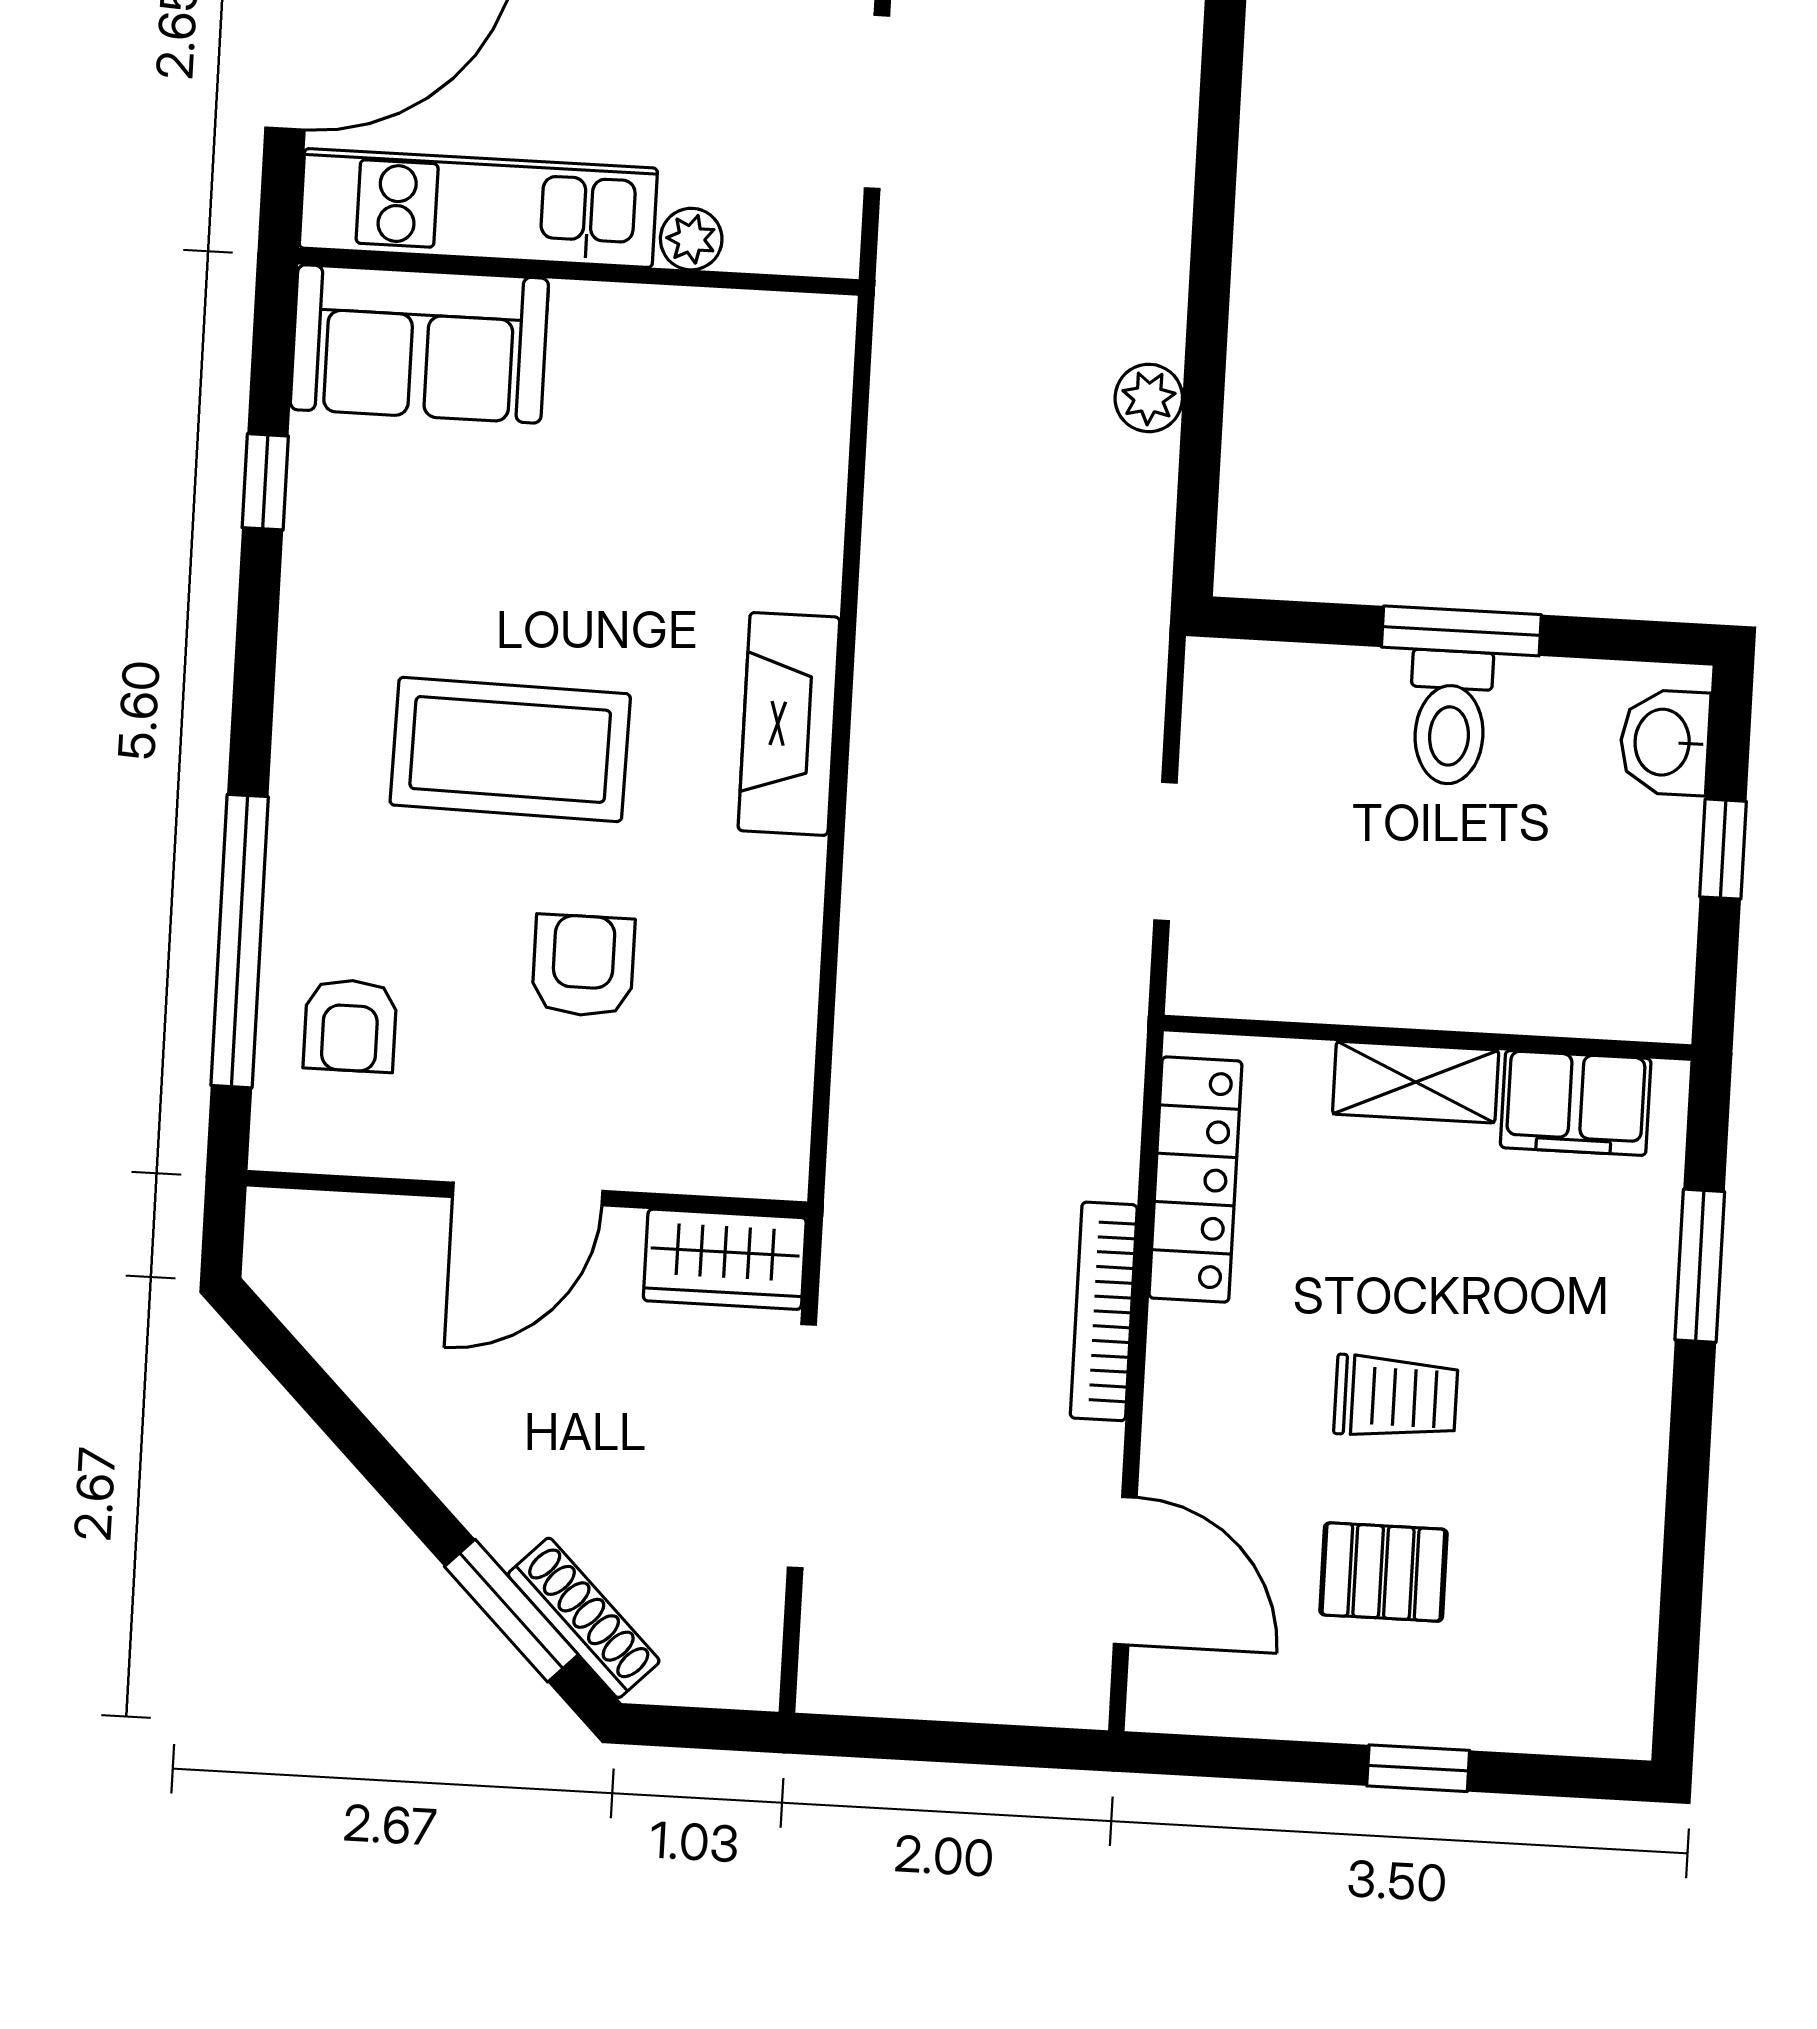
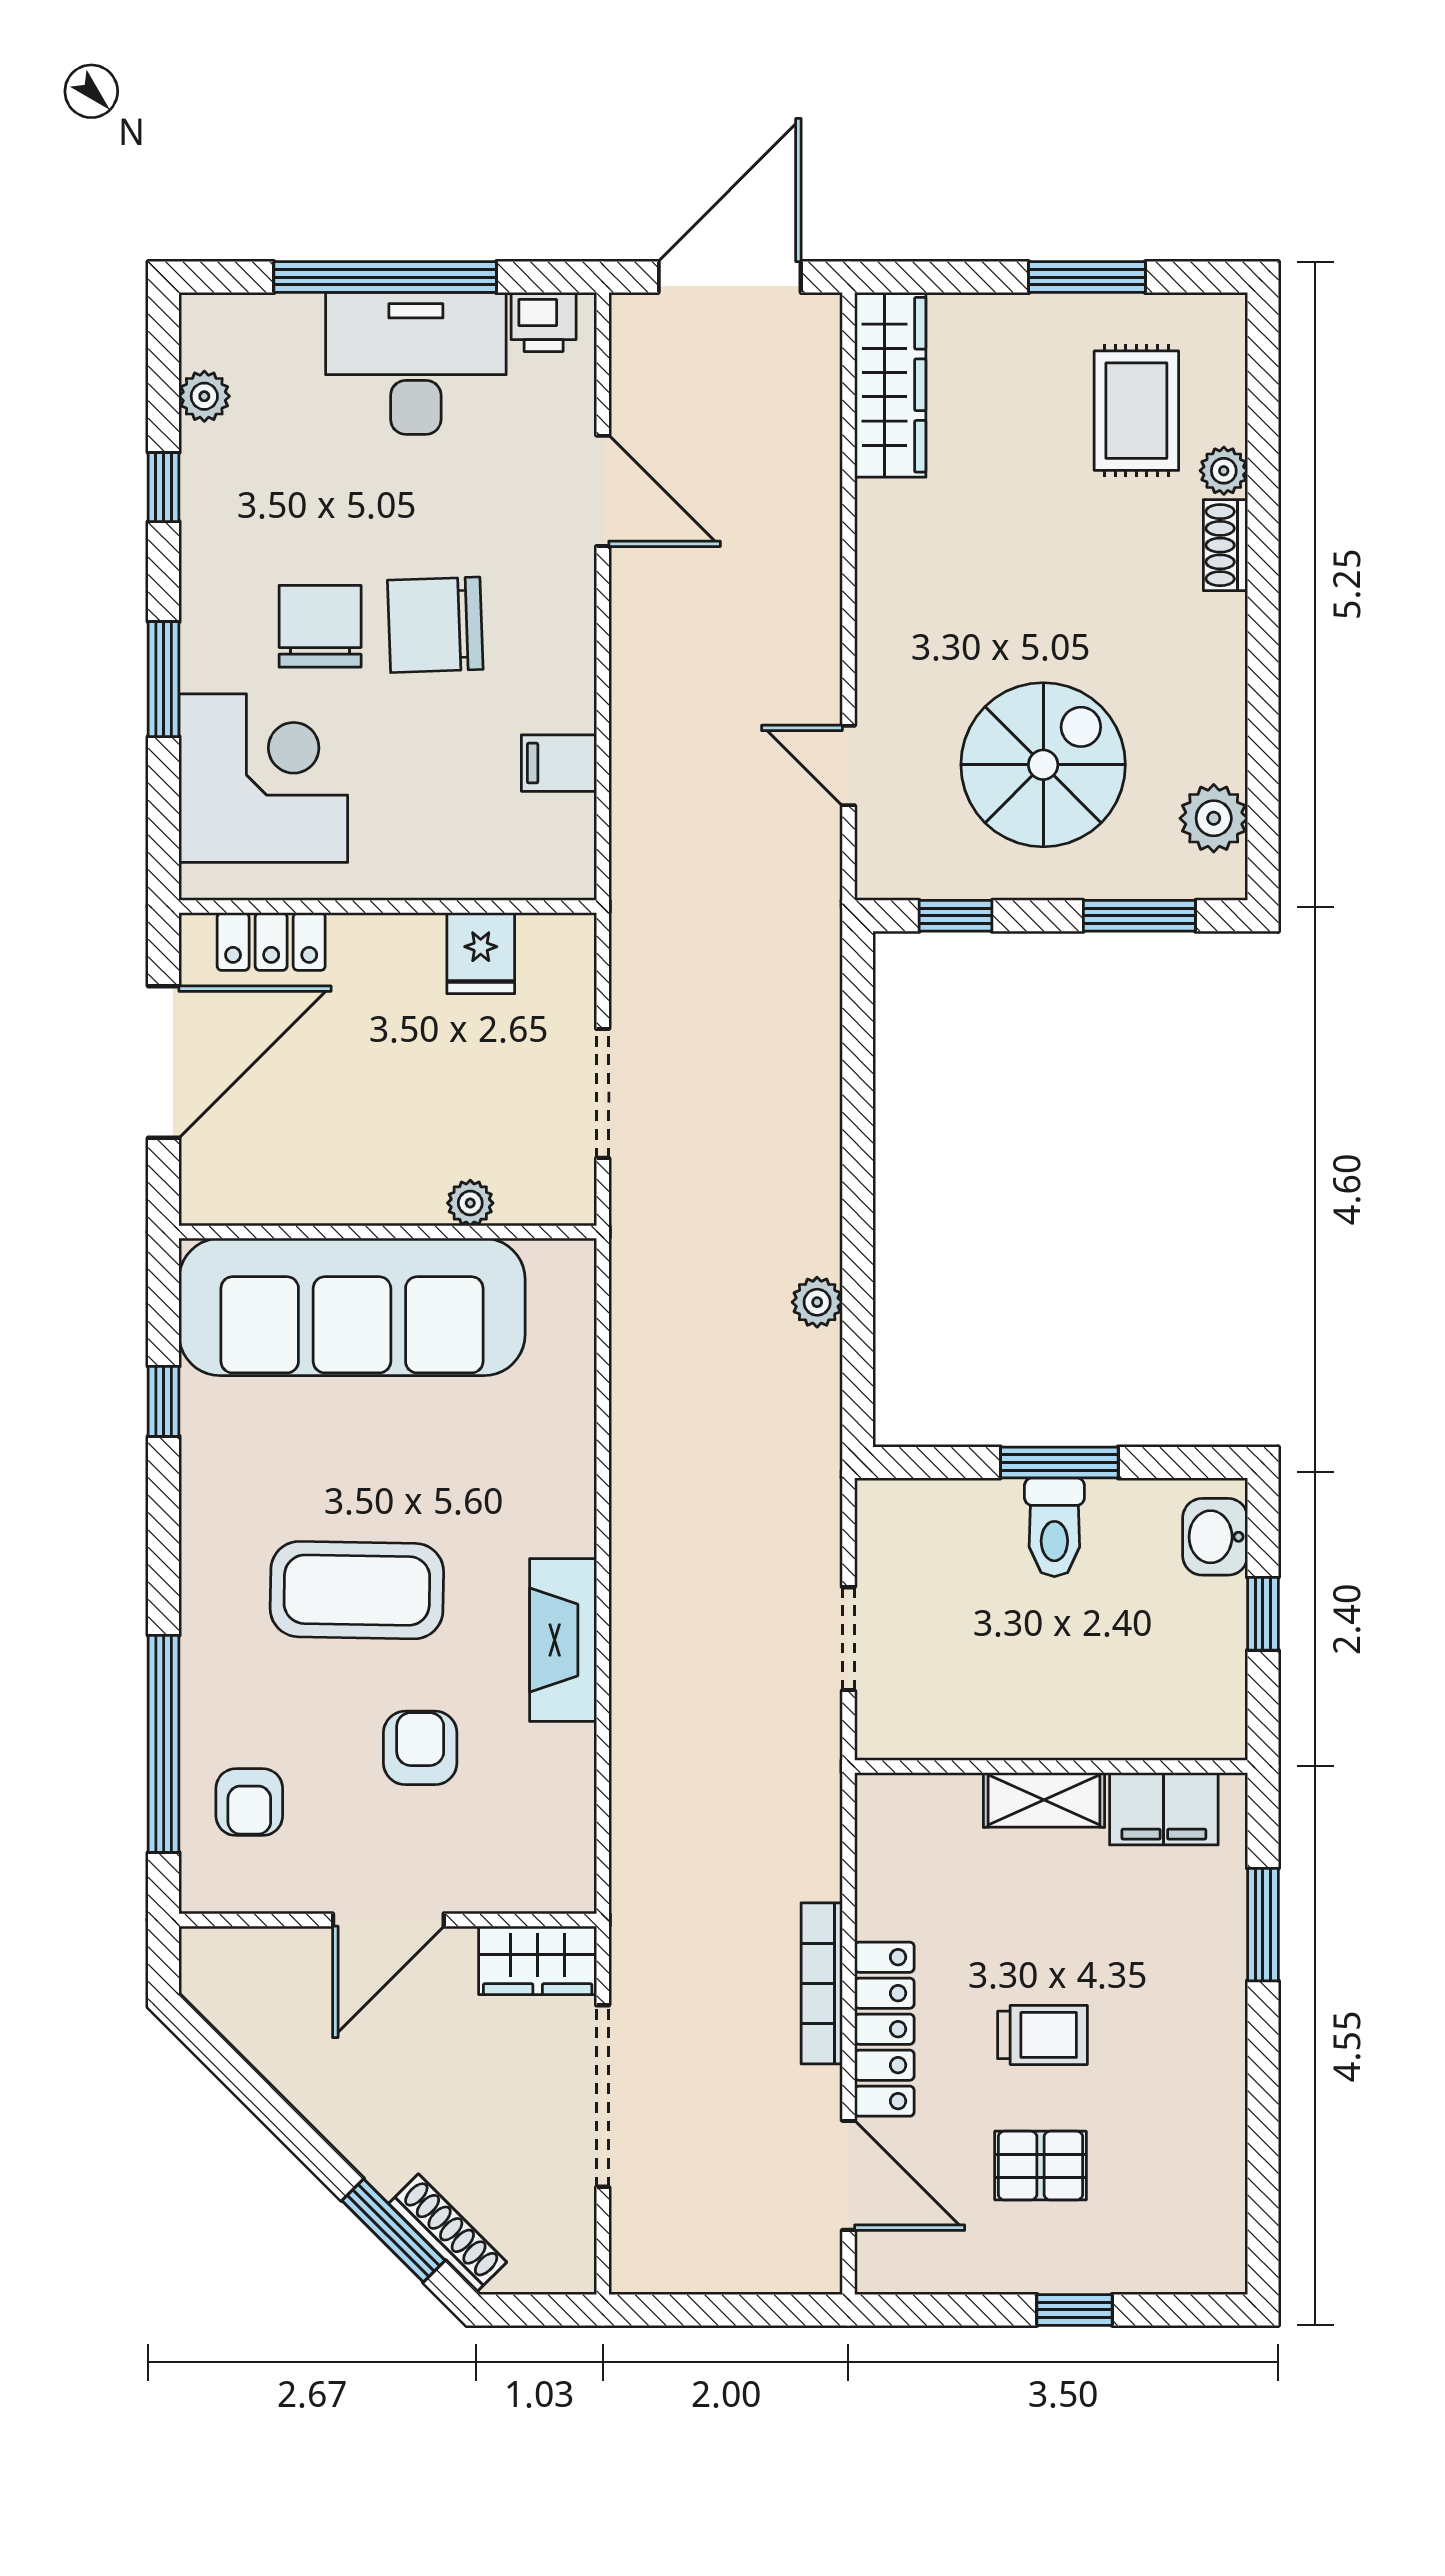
kitchen unit: (478, 208) -> (311, 1189), removed
sofa: (419, 344) -> (352, 1307), width x1.85, depth x1.27
fireplace: (789, 724) -> (563, 1640), moved
locker: (1195, 1179) -> (884, 2029), moved

